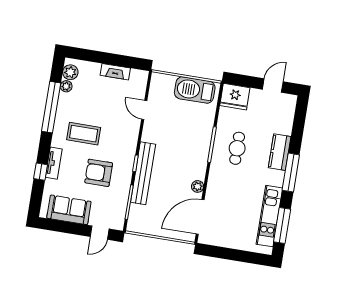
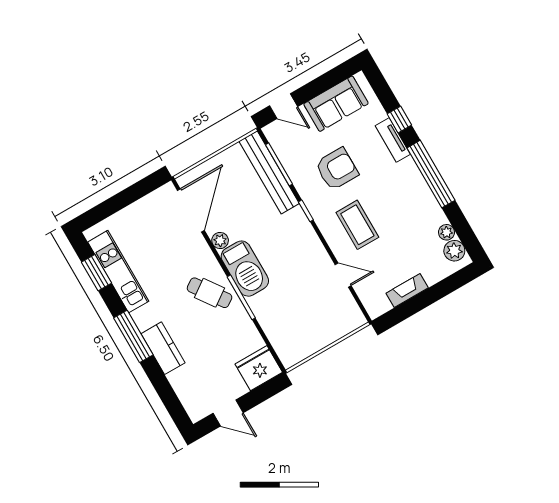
door: (273, 86) -> (228, 413), hinge flipped
barbecue: (195, 90) -> (245, 269), moved, turned 90
window: (51, 107) -> (431, 174), moved
coffee table: (84, 134) -> (357, 225), moved, turned 90
cafe table: (237, 148) -> (210, 293), moved, turned -35
bench: (143, 173) -> (269, 172), moved
window: (282, 225) -> (96, 273), width x0.69
door: (100, 233) -> (284, 106), swing flipped

